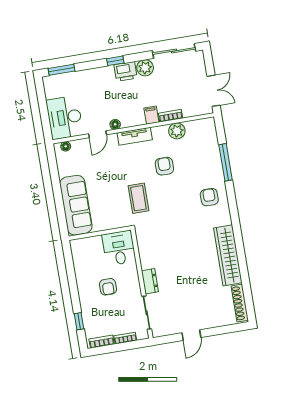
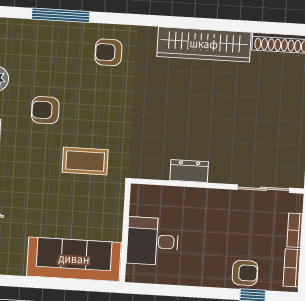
desk: (119, 248) -> (153, 241), moved
dresser: (150, 281) -> (189, 171), moved
armchair: (108, 287) -> (245, 273), moved

